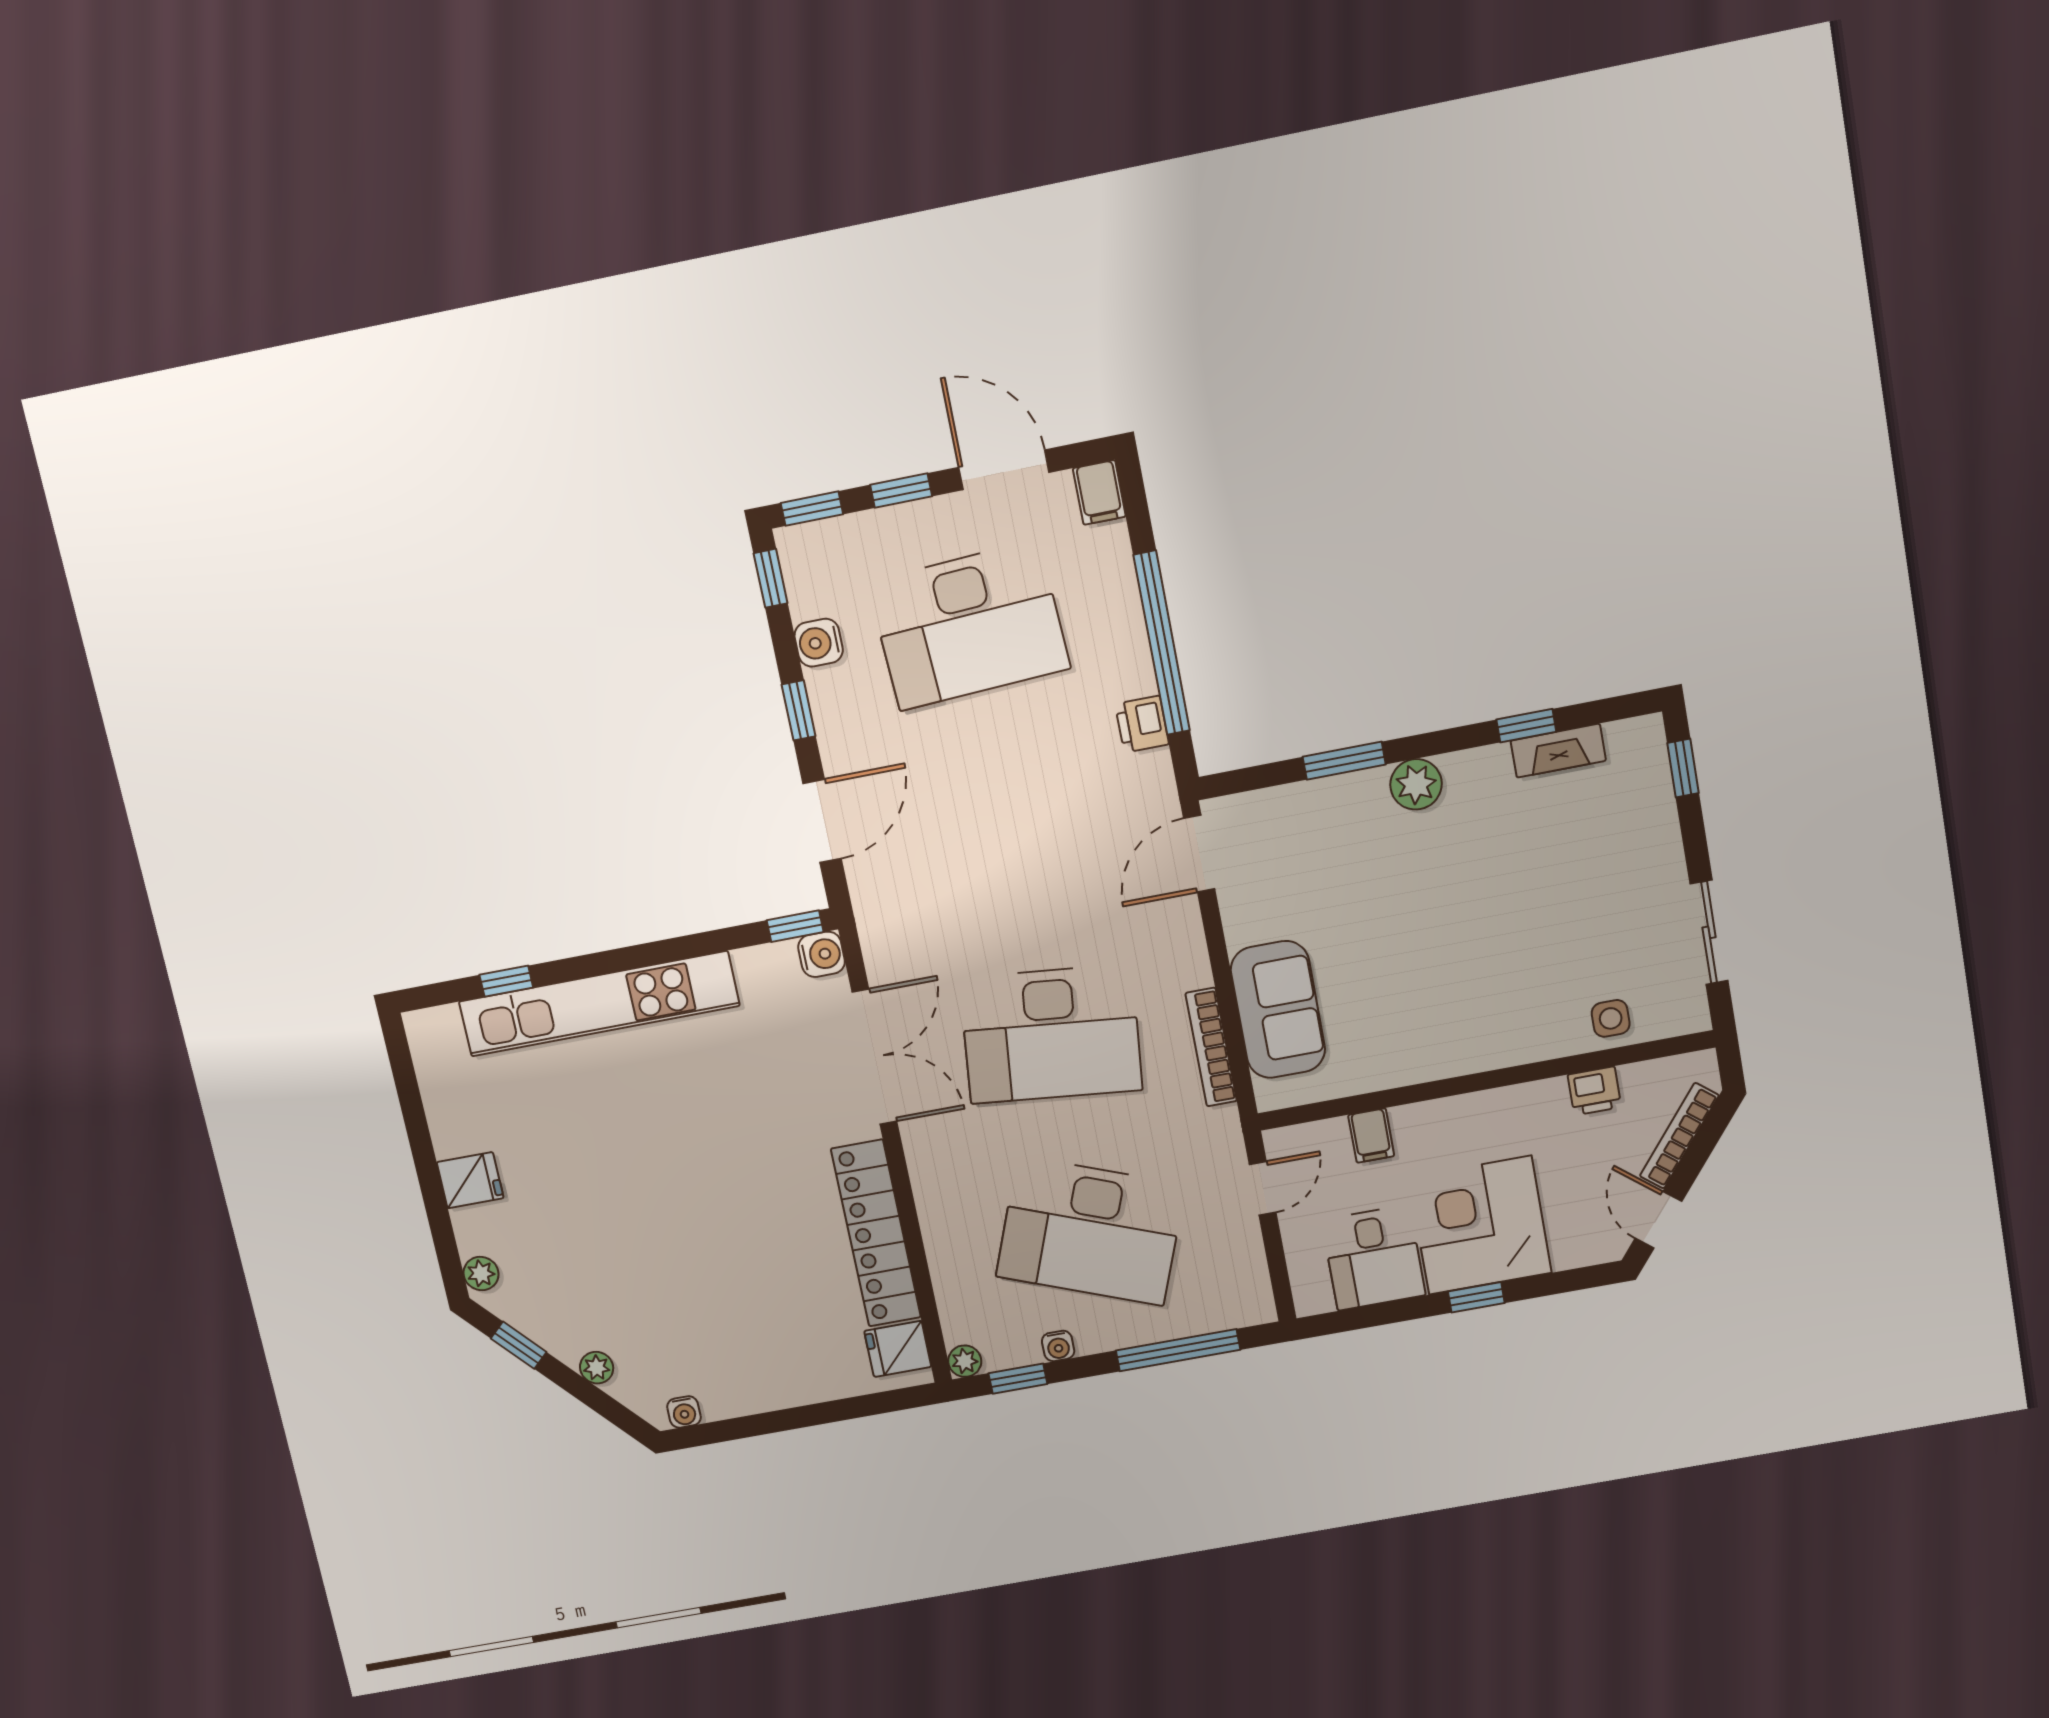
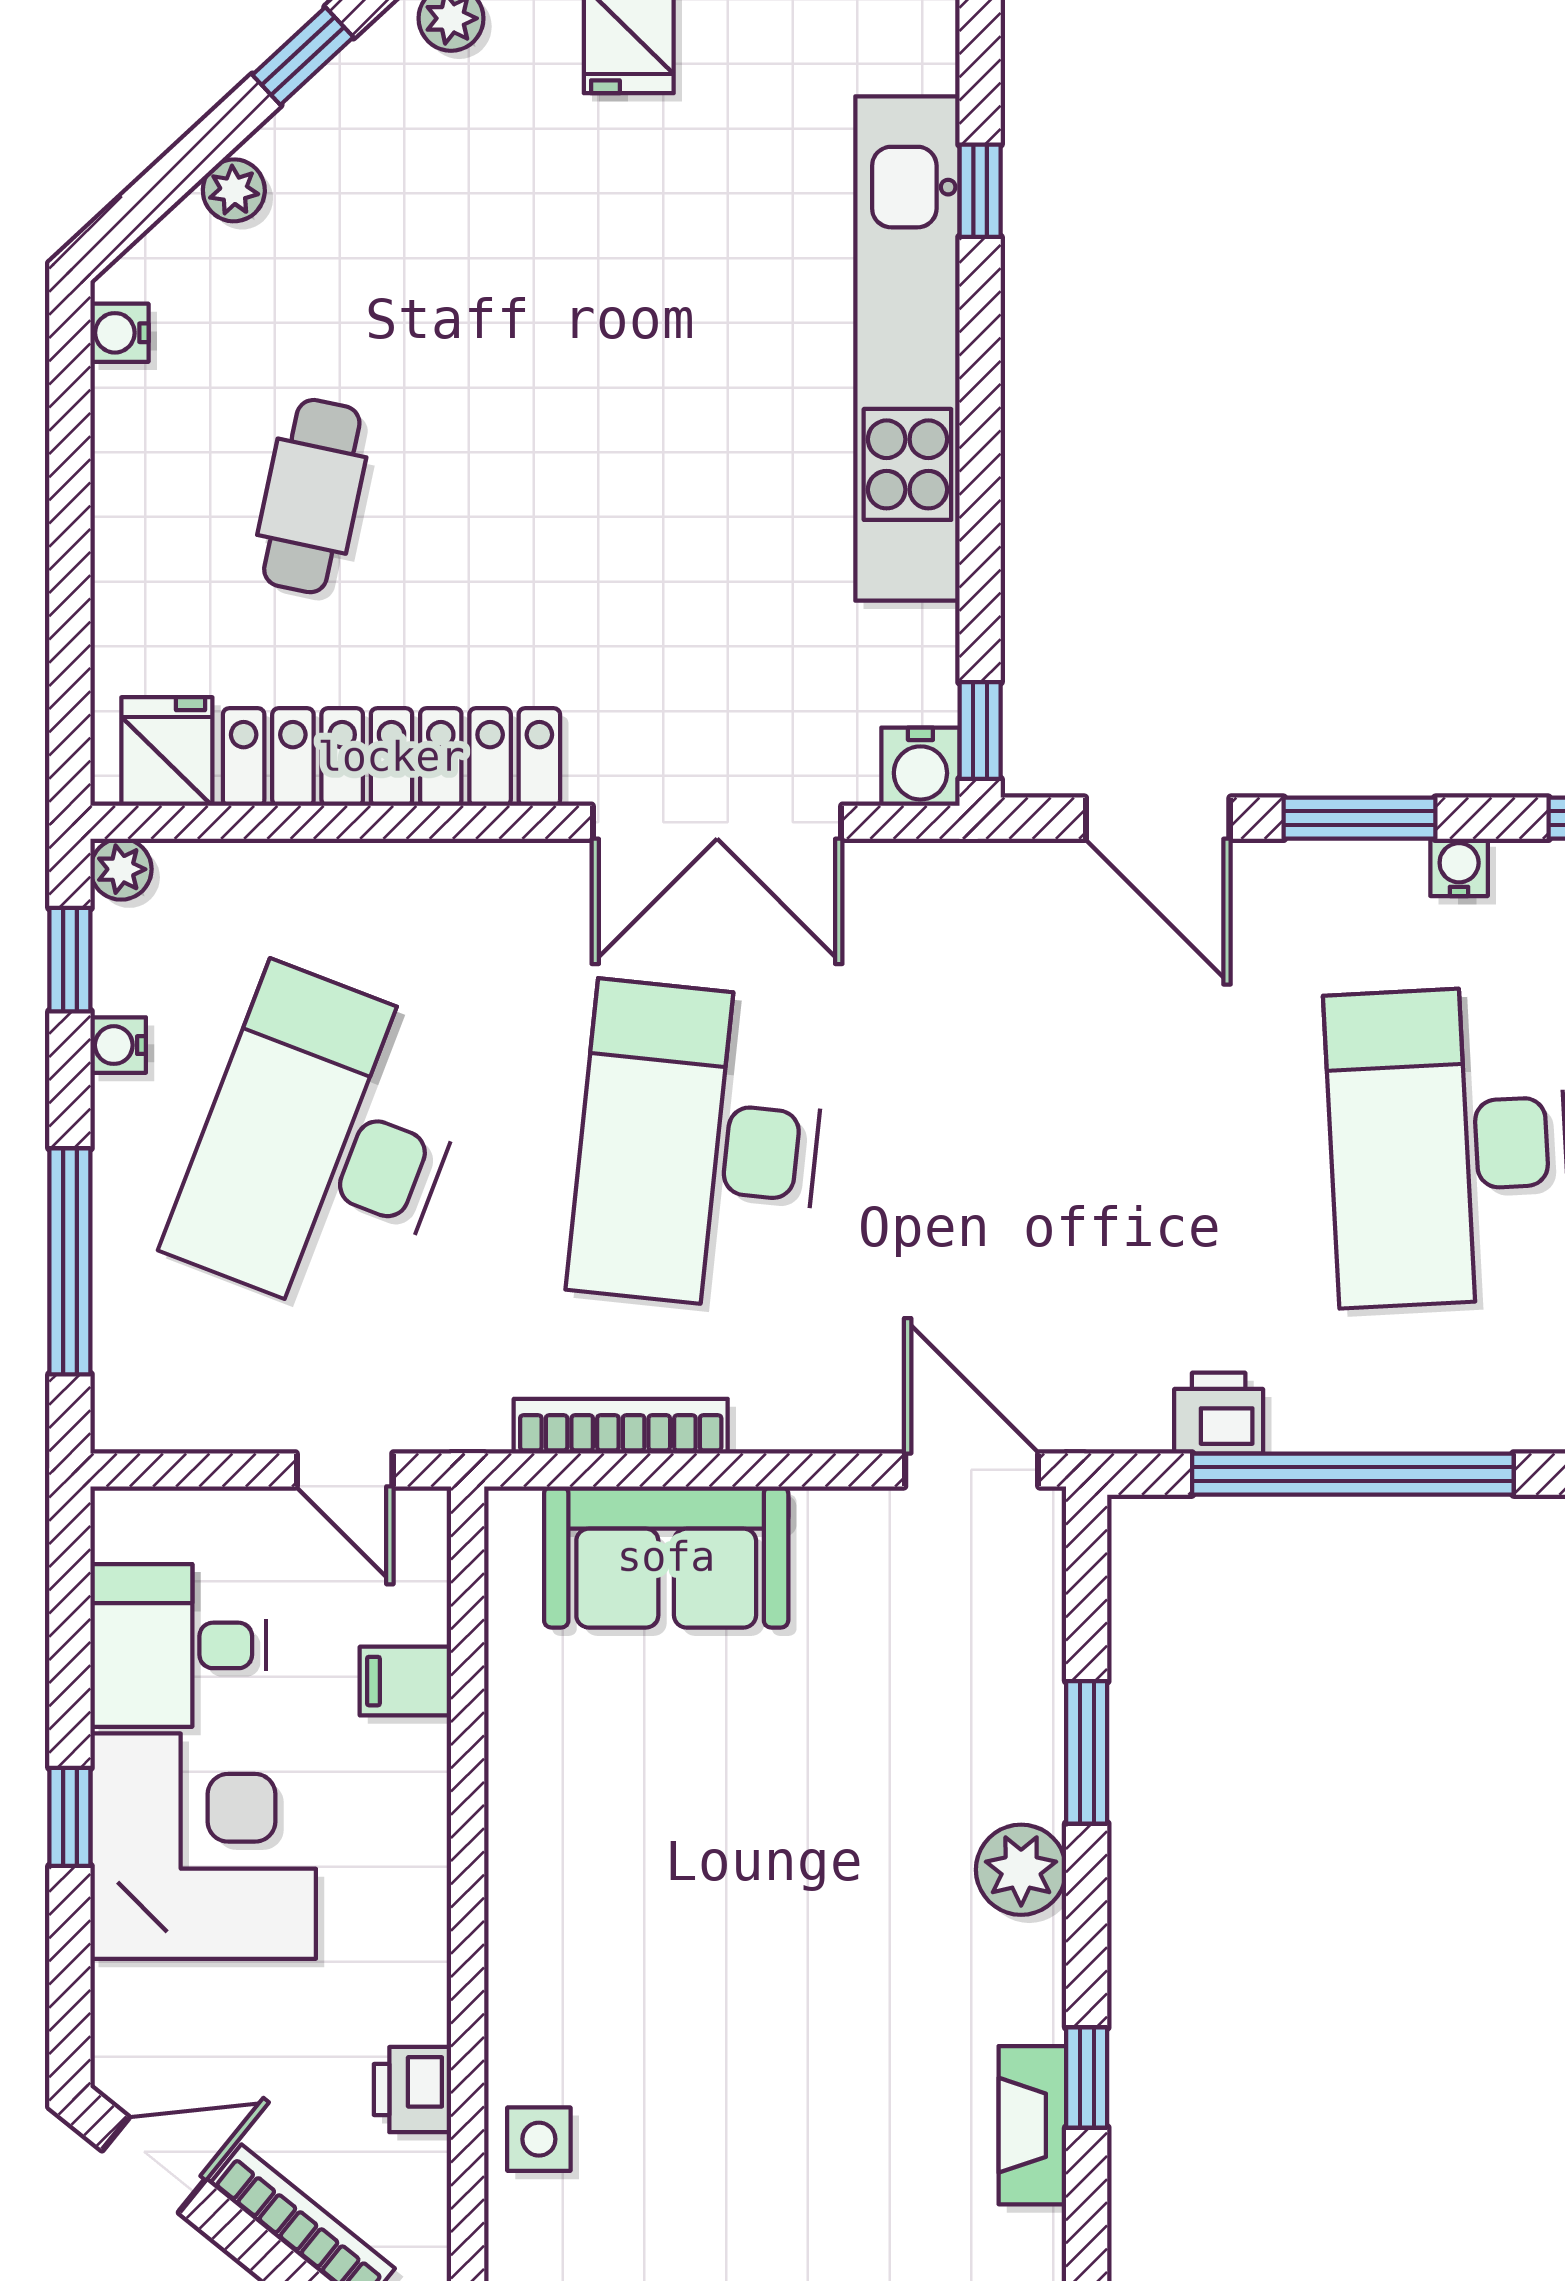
water cooler: (819, 643) -> (1459, 867), width x0.72, depth x0.72
window: (799, 710) -> (1360, 818), width x1.50
cafe table: (747, 1299) -> (312, 496), added

